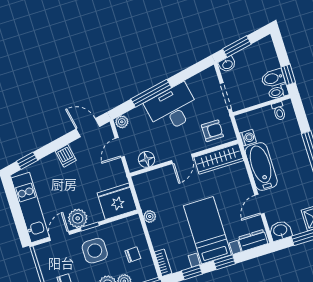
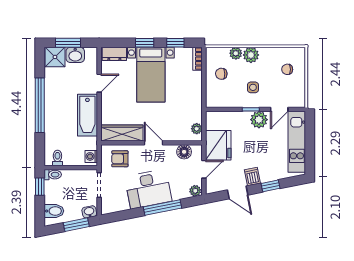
bidet: (273, 78) -> (54, 211), moved
door: (88, 128) -> (238, 192), moved
washing machine: (248, 138) -> (91, 156), moved
door: (182, 159) -> (153, 143), hinge flipped
window: (27, 161) -> (270, 186), moved
fridge: (117, 201) -> (218, 145), moved, turned -90
plant: (150, 216) -> (197, 129), moved
washbasin: (280, 231) -> (75, 55), moved
side table: (95, 251) -> (253, 87), width x0.54, depth x0.54

